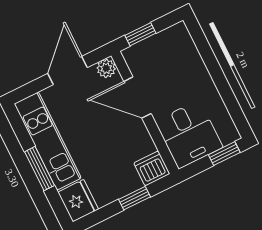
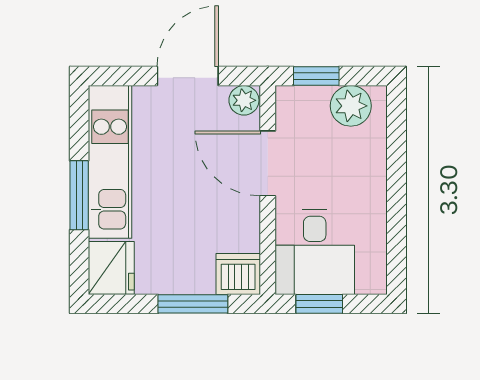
plant: (168, 41) -> (351, 106), added
window: (224, 154) -> (319, 304), moved
window: (135, 198) -> (193, 304), width x1.50

